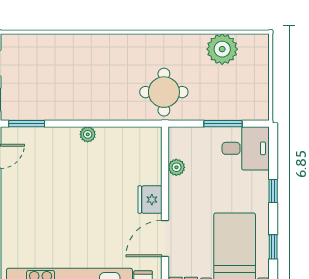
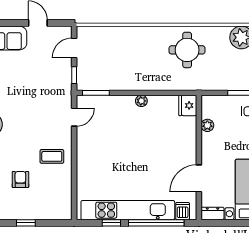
round table: (164, 92) -> (187, 50), moved
fridge: (150, 200) -> (188, 105), moved

